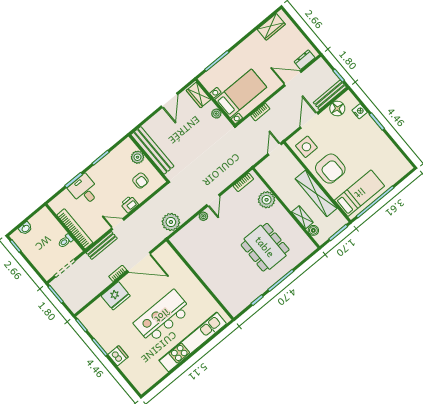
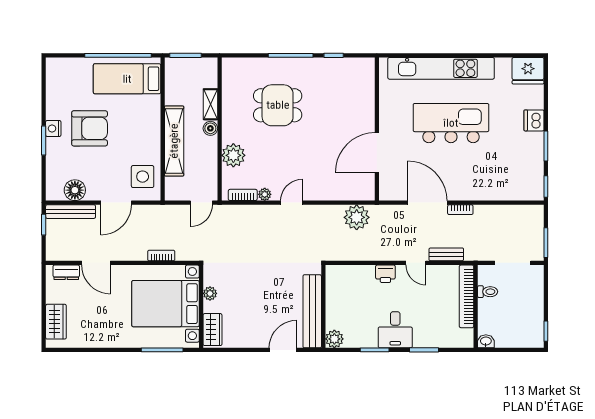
wardrobe: (271, 27) -> (56, 322), moved, turned 90
bed with nightstands: (241, 93) -> (165, 304), width x1.36
door: (169, 100) -> (283, 350), moved
nightstand: (360, 111) -> (53, 128), moved
door: (275, 149) -> (201, 203), moved
plant: (137, 157) -> (334, 339), moved
armchair: (330, 169) -> (90, 128), moved, turned 90
armchair: (140, 181) -> (352, 289), removed
desk: (84, 190) -> (395, 330), moved
shelving: (316, 193) -> (174, 141), moved
plant: (203, 216) -> (265, 194), moved
washbasin: (25, 228) -> (486, 341), moved
boiler: (313, 230) -> (210, 128), moved
bench: (102, 245) -> (446, 254), width x0.73
dining table: (265, 247) -> (278, 105), width x0.73
door: (189, 267) -> (377, 152), added
fridge: (116, 296) -> (528, 71), moved, turned 180
kitchen island: (162, 316) -> (451, 123), turned 180

